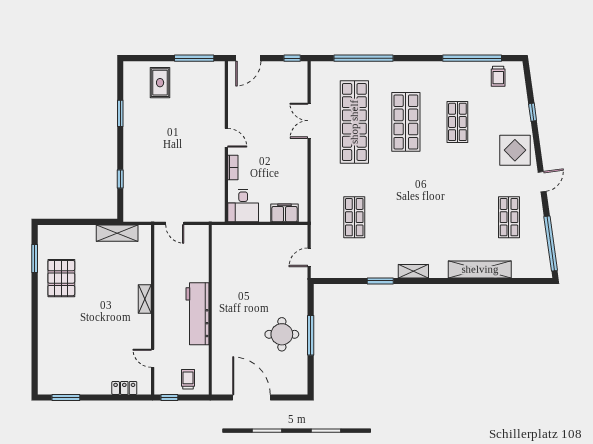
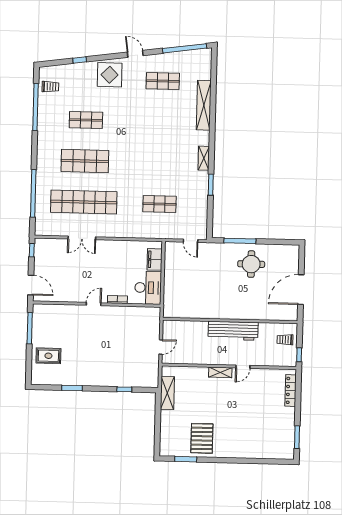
desk: (243, 206) -> (148, 288), width x1.37
pallet: (61, 278) -> (202, 438), turned 90
window: (311, 335) -> (240, 241), moved
door: (153, 358) -> (243, 367), moved
locker: (124, 388) -> (291, 391), width x1.53

